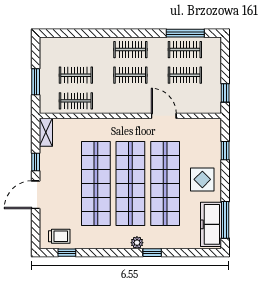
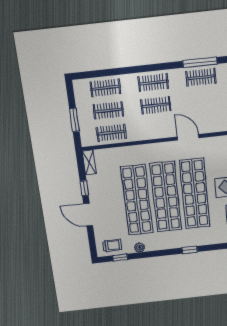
clothes rail: (185, 75) -> (105, 88), moved
door: (36, 195) -> (88, 215), hinge flipped
plant: (137, 243) -> (140, 247), moved

